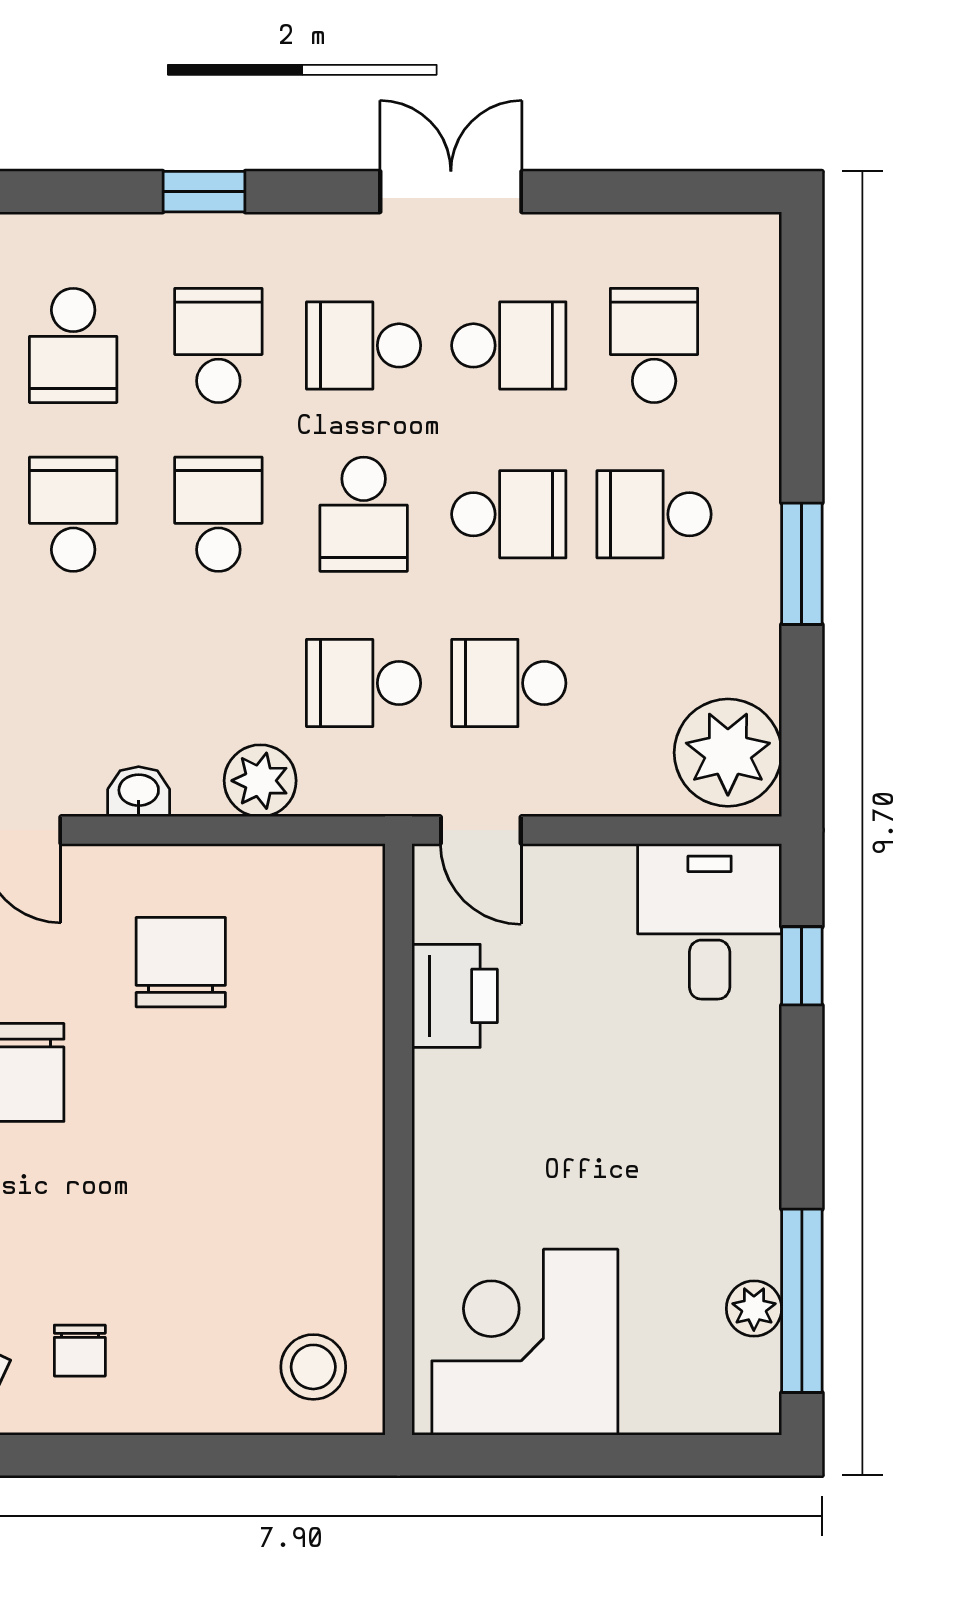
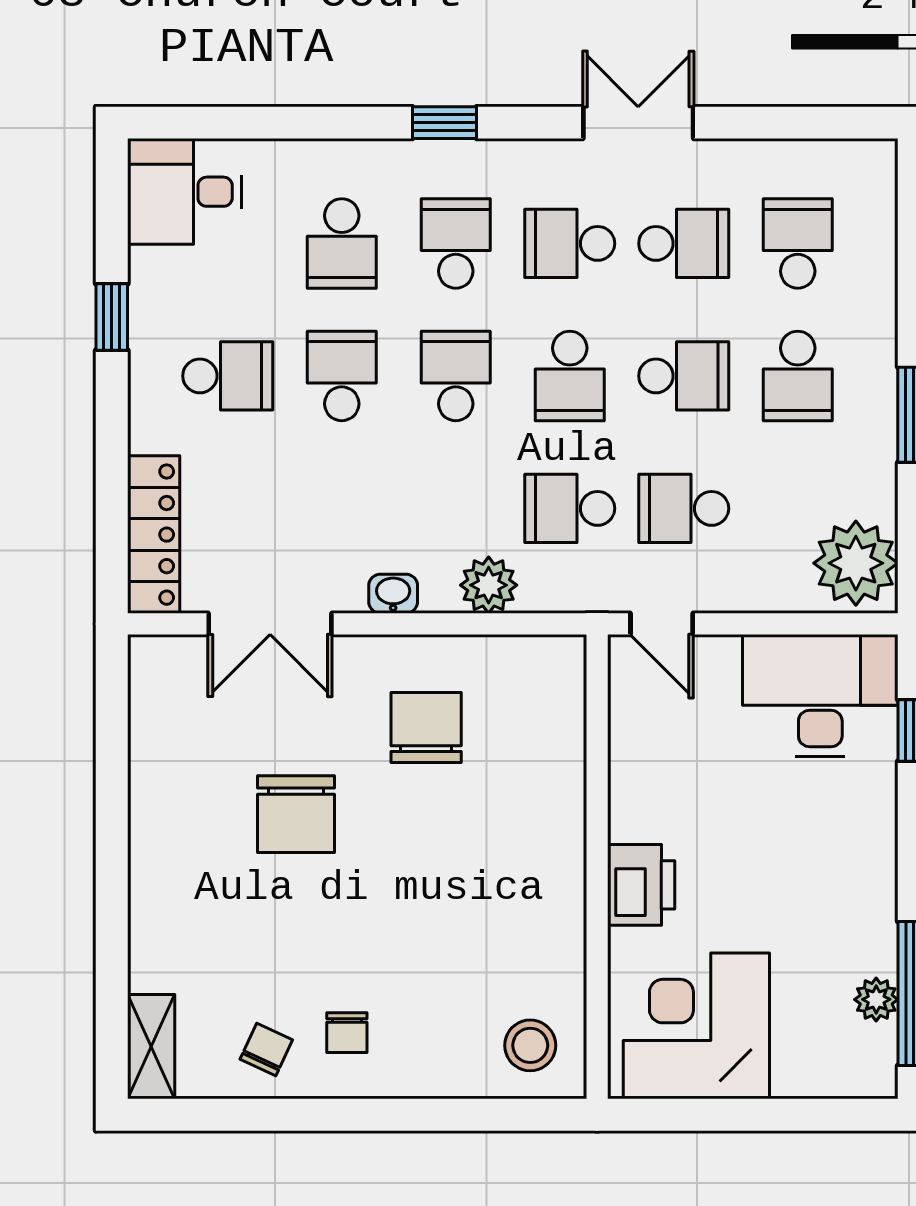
school desk: (654, 514) -> (798, 376), turned -90
desk: (710, 921) -> (820, 696), width x1.37
printer: (455, 996) -> (641, 885), moved

